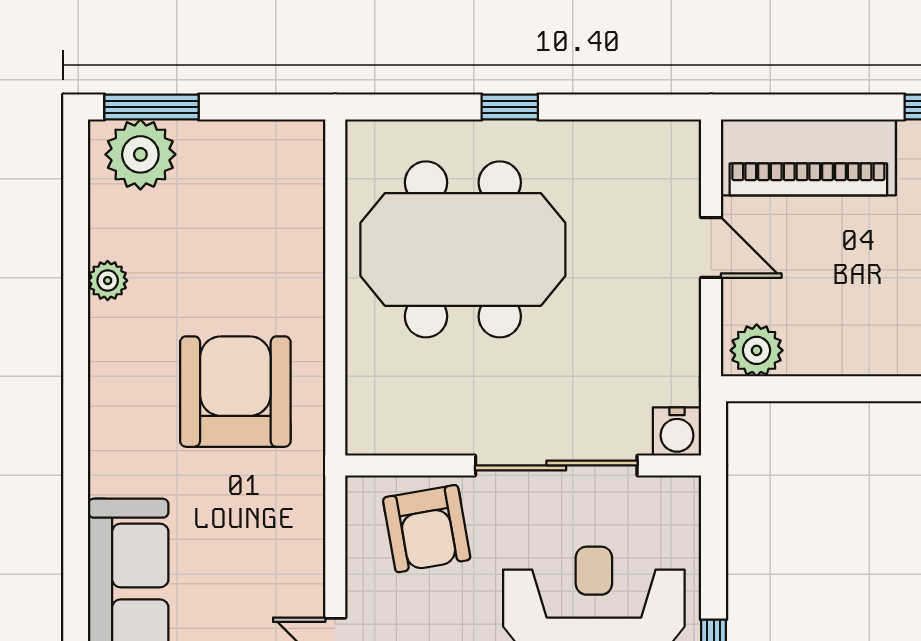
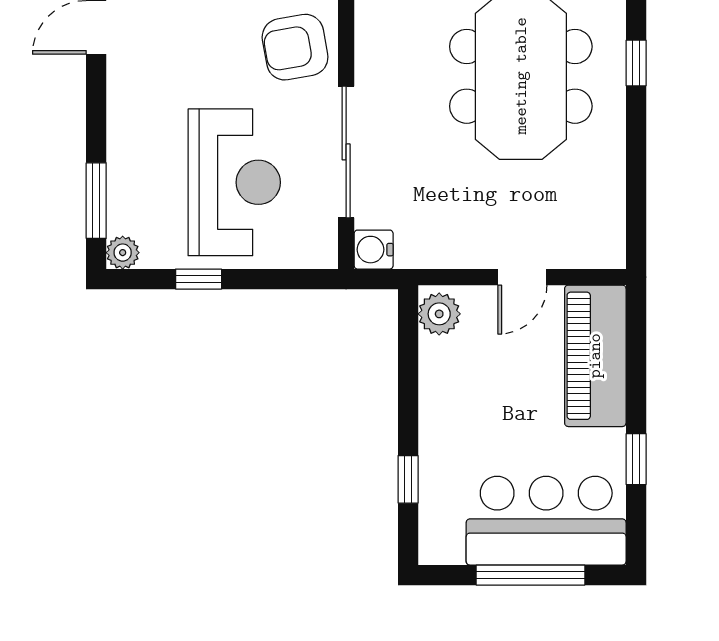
window: (510, 107) -> (636, 63), moved

